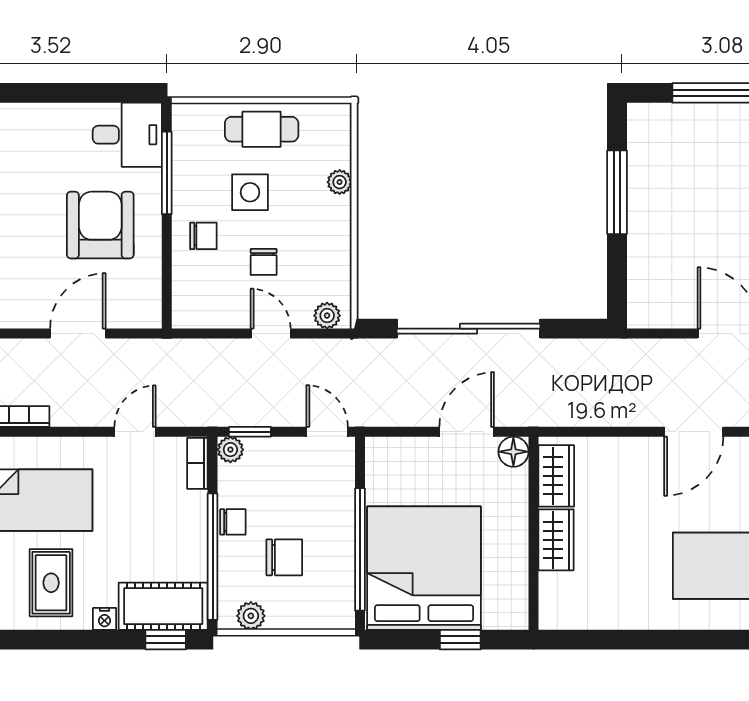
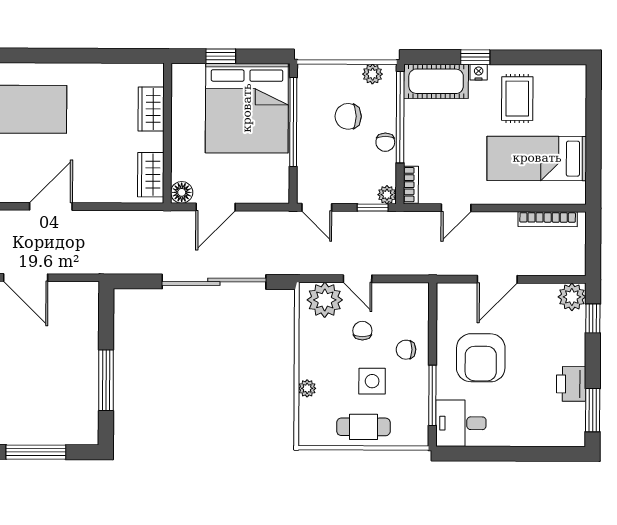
plant: (327, 316) -> (325, 300), width x1.88, depth x1.88
chair: (233, 522) -> (385, 142), turned -90
wardrobe: (556, 540) -> (151, 109), moved
window: (166, 640) -> (475, 57), moved

